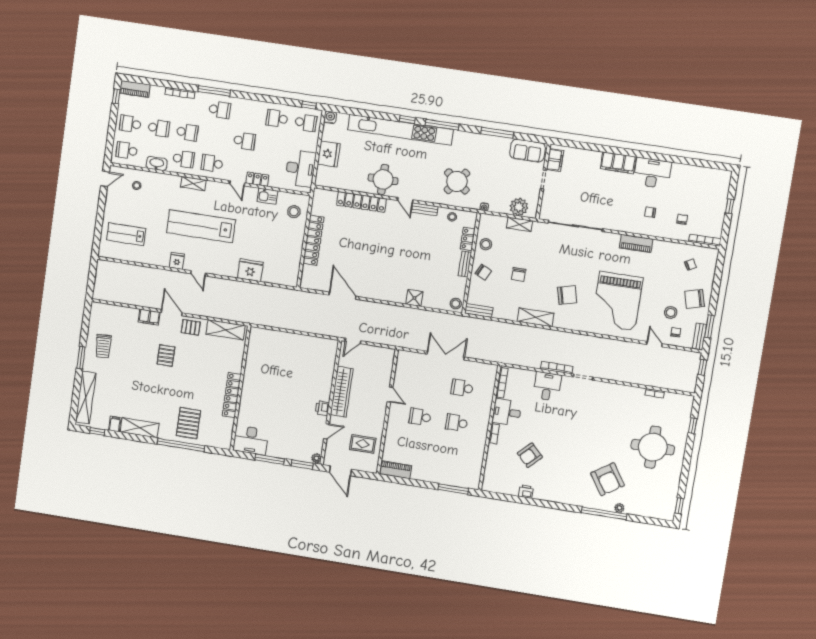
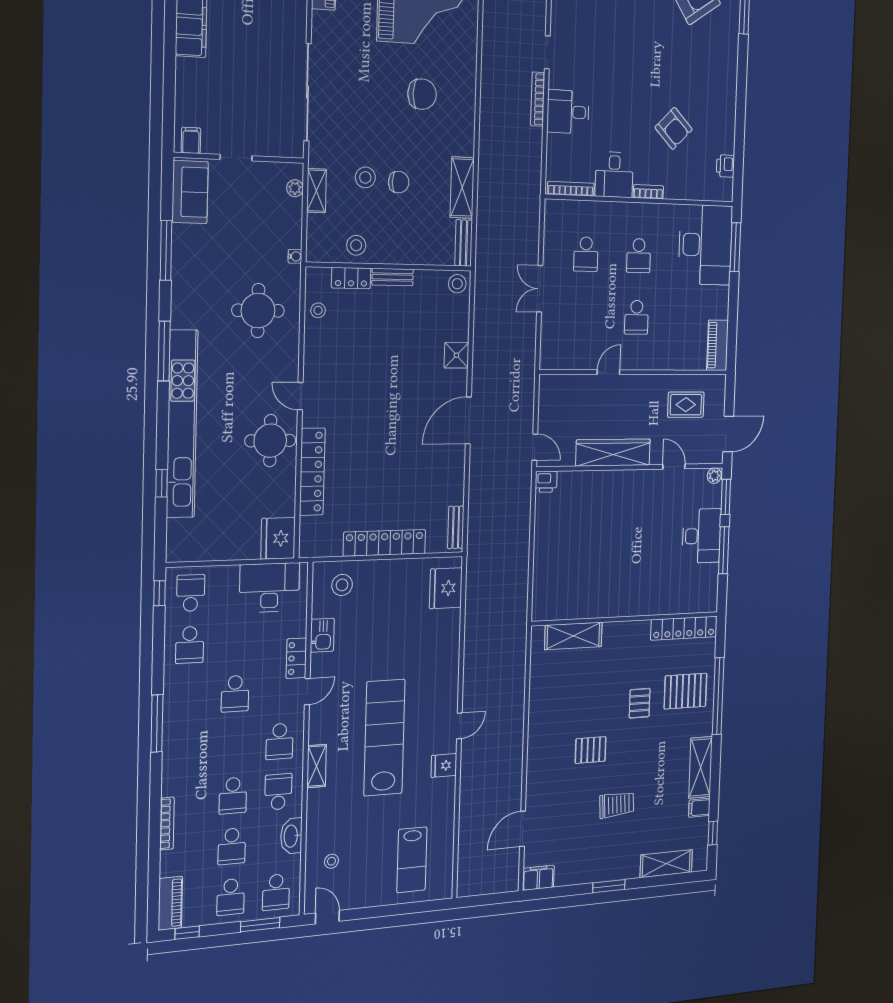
window: (214, 91) -> (157, 723), moved
school desk: (220, 110) -> (188, 748), removed
water cooler: (330, 117) -> (176, 552), removed
window: (407, 120) -> (162, 483), moved
school desk: (159, 128) -> (232, 846), turned 180
school desk: (187, 132) -> (233, 796), turned 180
window: (110, 139) -> (260, 925), added
school desk: (244, 141) -> (235, 694), turned 180
fridge: (329, 154) -> (278, 538), moved, turned -90
filing cabinet: (555, 160) -> (191, 140), width x0.50
round table: (457, 181) -> (258, 311), turned -38
door: (405, 200) -> (300, 396), swing flipped
plant: (519, 207) -> (295, 188), width x0.53, depth x0.53
bench: (425, 209) -> (456, 527), moved
lab bench: (201, 226) -> (384, 738), turned 180
stool: (524, 255) -> (365, 177), added
fridge: (250, 270) -> (446, 588), moved
chair: (483, 272) -> (402, 244), removed
chair: (567, 295) -> (422, 94), turned 104
door: (342, 296) -> (468, 420), moved
door: (172, 313) -> (523, 829), moved
filing cabinet: (149, 317) -> (538, 878), moved, turned -90
shelving: (536, 317) -> (462, 188), moved
pallet: (191, 327) -> (640, 703), moved
shelving: (226, 330) -> (573, 636), moved, turned 90
trolley: (103, 346) -> (617, 805), moved
double door: (446, 356) -> (540, 289), width x0.73
locker: (232, 395) -> (684, 628), moved
shelving: (86, 398) -> (666, 864), width x0.68
printer: (322, 408) -> (546, 482), moved
desk: (251, 440) -> (702, 536), moved
rug: (363, 444) -> (686, 405), turned 90
desk: (457, 469) -> (705, 245), added
printer: (526, 492) -> (725, 166), moved

